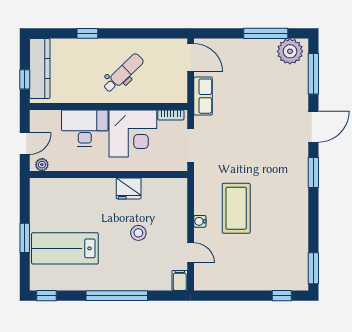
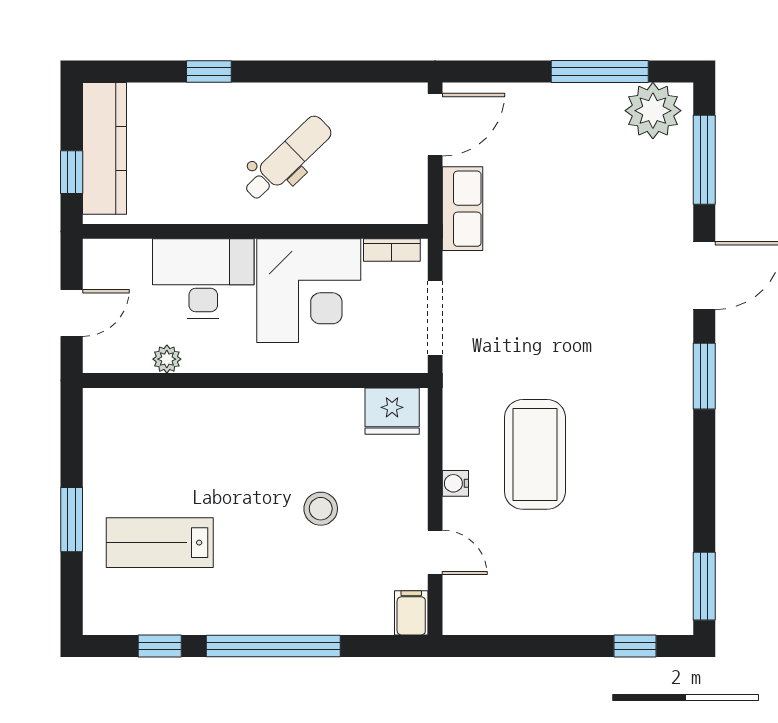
door: (191, 58) -> (435, 125), hinge flipped
plant: (42, 165) -> (167, 359), moved
fridge: (129, 188) -> (392, 411), moved
lab bench: (65, 248) -> (160, 543), width x0.73, depth x0.72
window: (46, 296) -> (160, 646), moved

